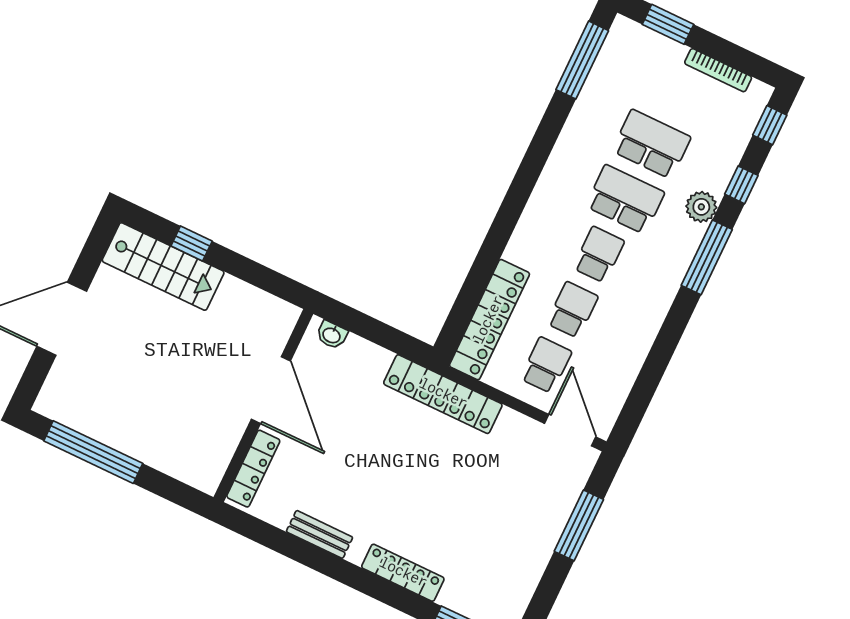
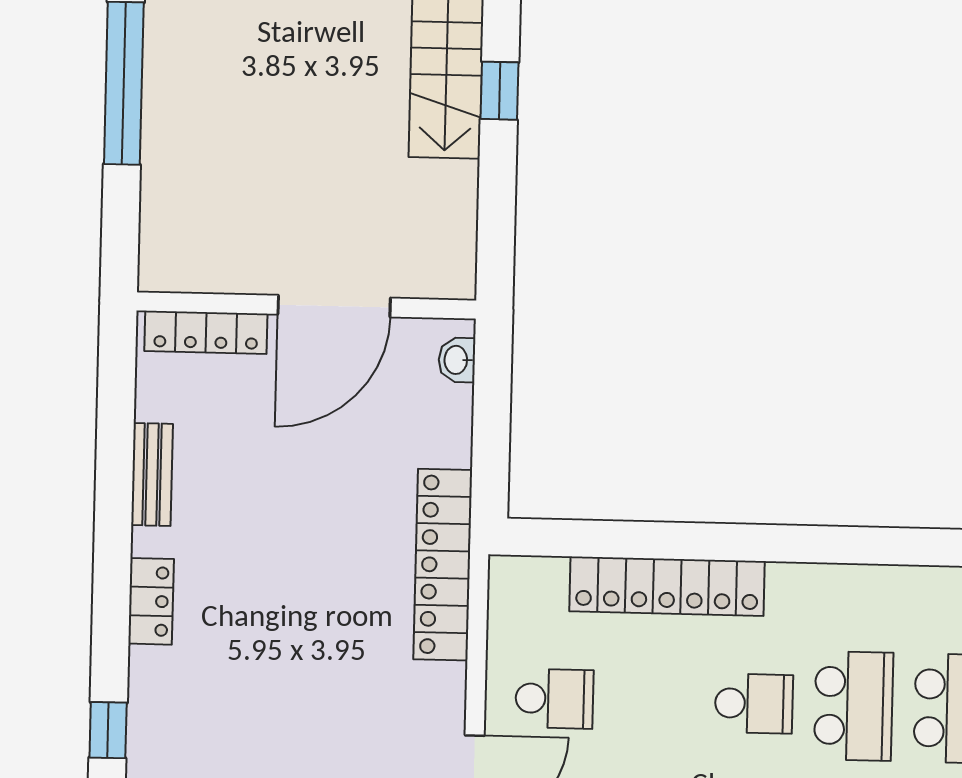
school desk: (572, 310) -> (654, 701), removed
locker: (489, 320) -> (667, 586), moved
locker: (403, 573) -> (151, 601), width x0.66

